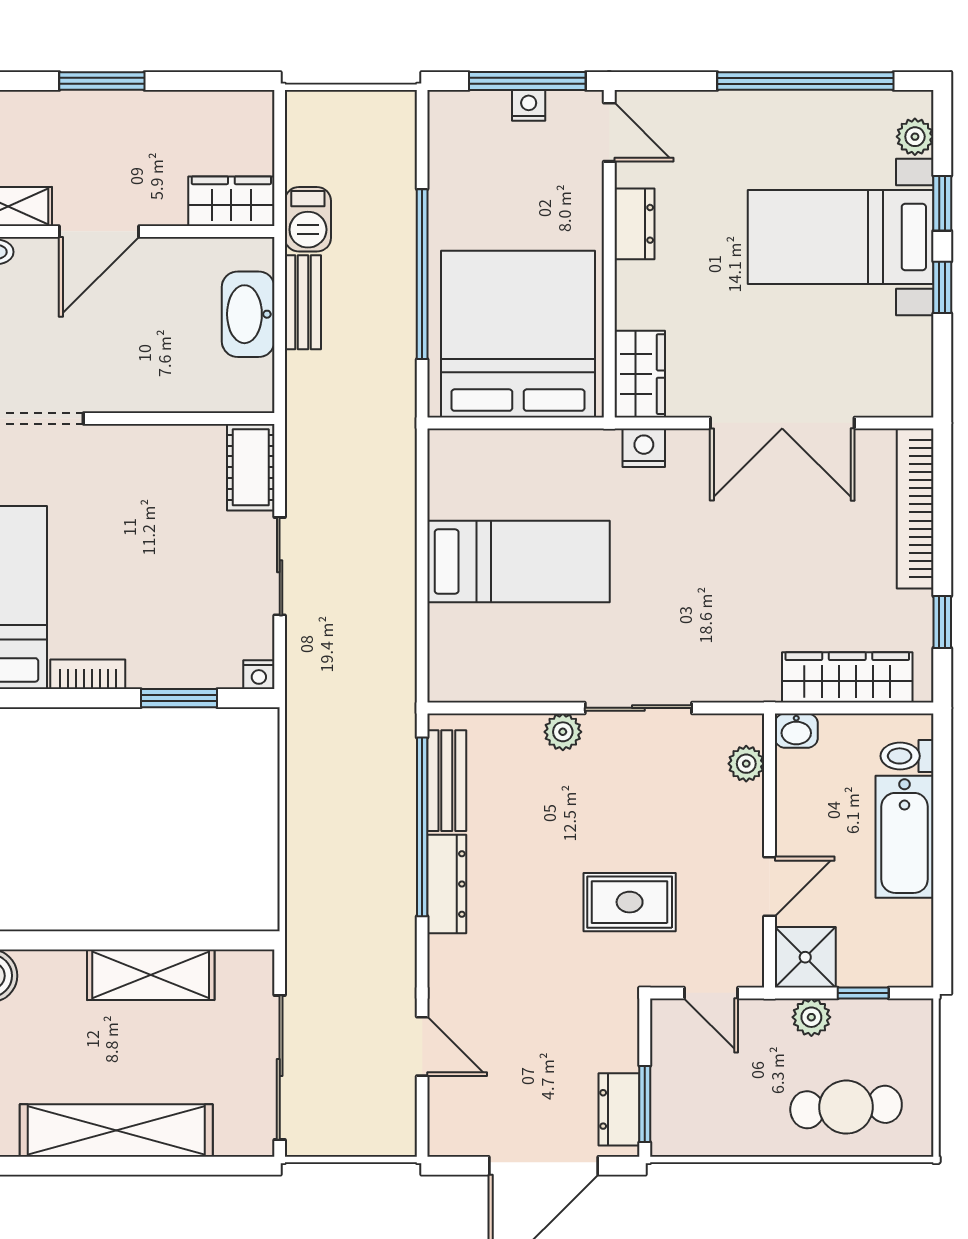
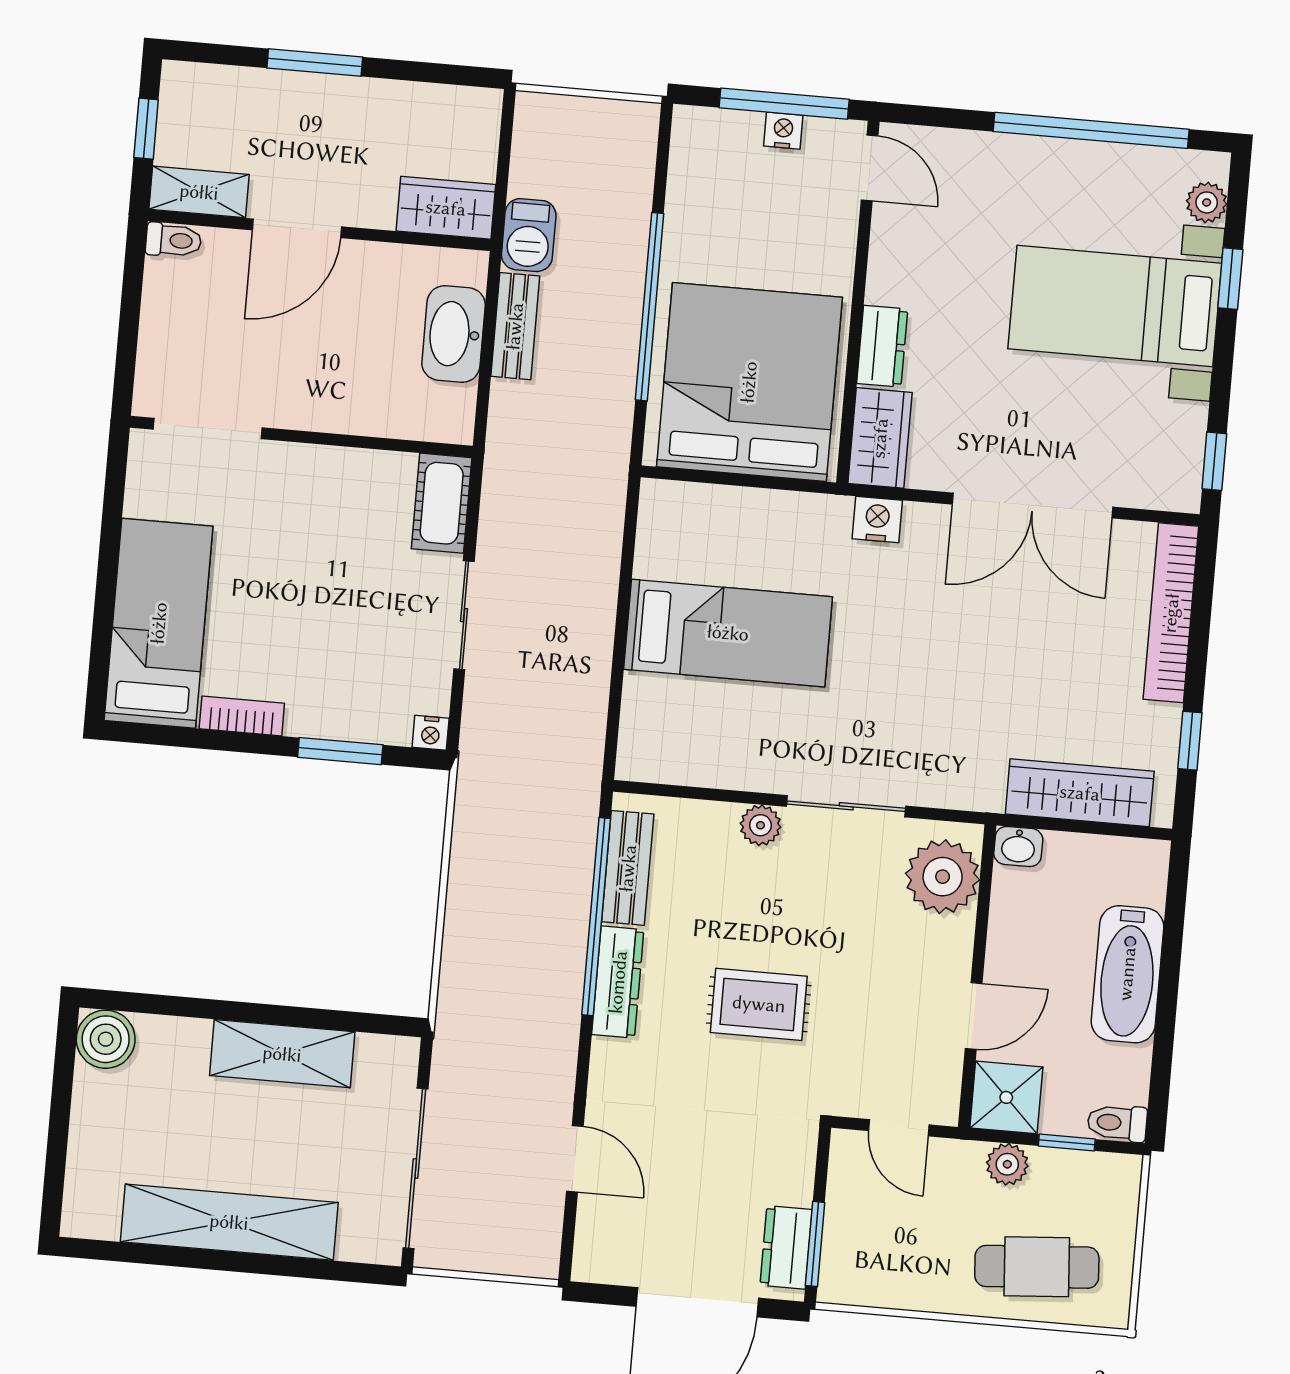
dresser: (634, 224) -> (882, 346), moved
window: (942, 287) -> (1214, 461), moved
toilet: (907, 756) -> (1117, 1123), moved
plant: (746, 764) -> (943, 877), width x1.88, depth x1.88
rug: (630, 902) -> (759, 1004), moved

